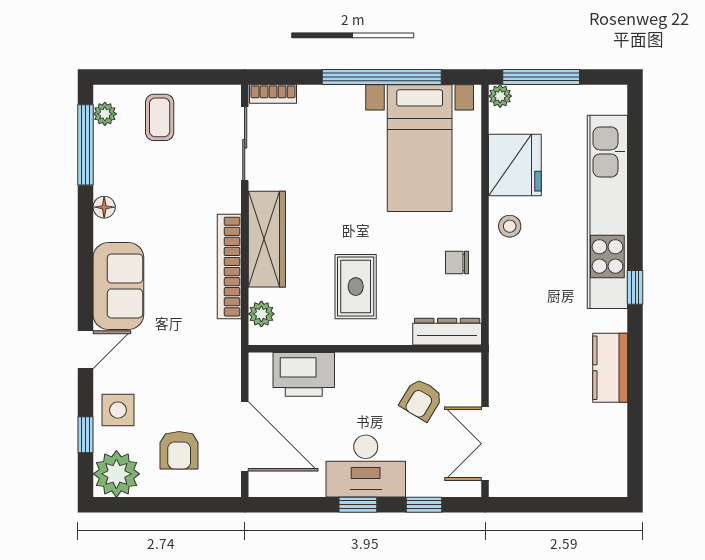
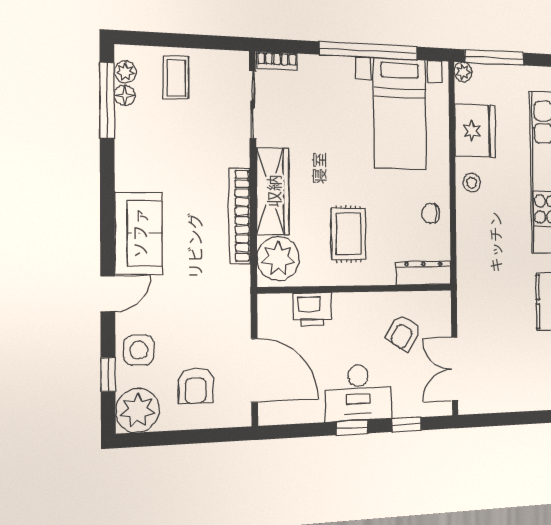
floor lamp: (104, 207) -> (125, 95), moved
plant: (261, 314) -> (278, 259), width x1.88, depth x1.88
printer: (304, 374) -> (312, 309), width x0.73, depth x0.84

